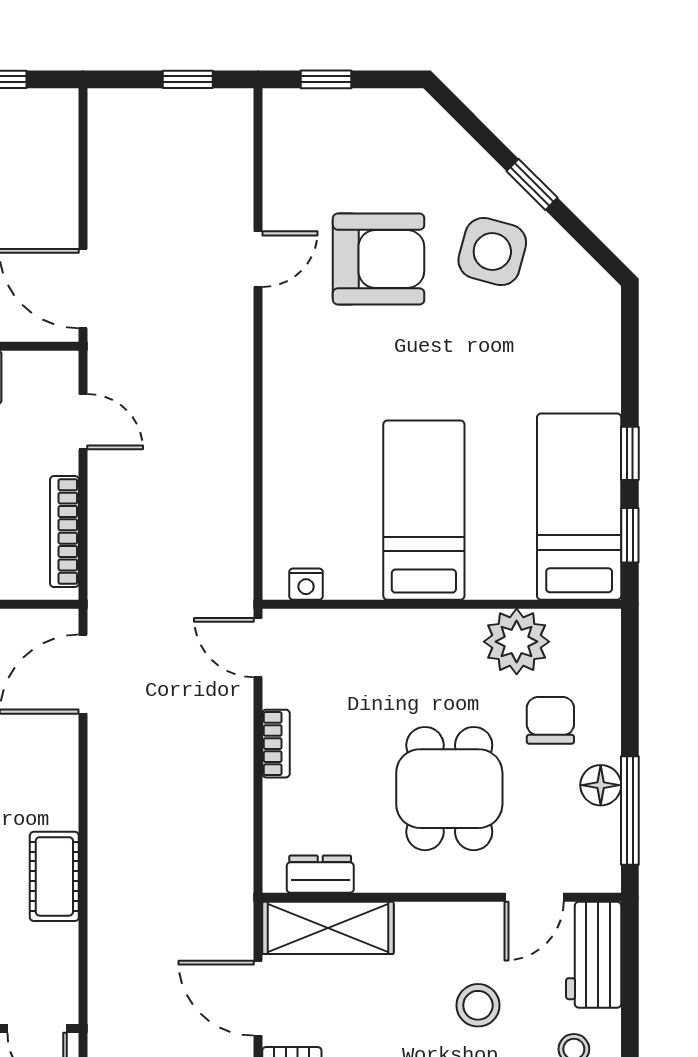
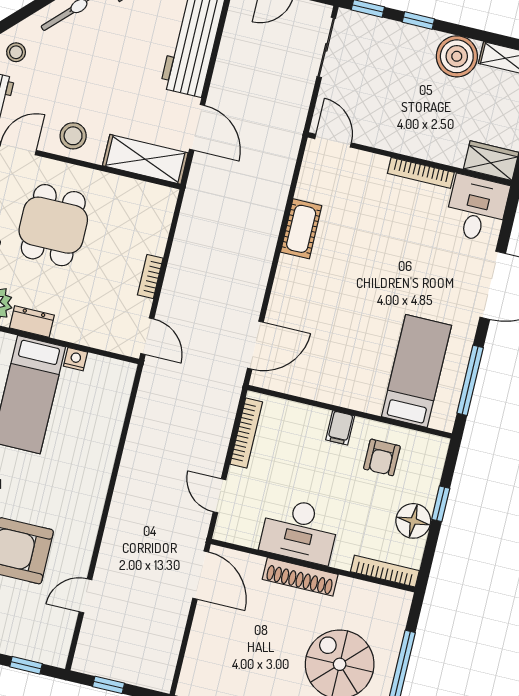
door: (258, 259) -> (85, 596), moved
nightstand: (306, 584) -> (76, 359), moved
dresser: (320, 874) -> (32, 322), moved, turned 180
stool: (478, 1005) -> (73, 136), moved

